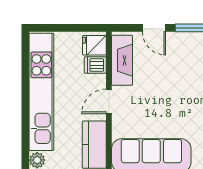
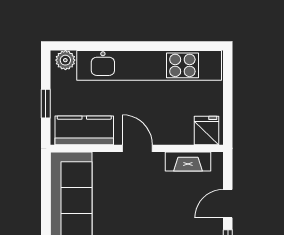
fireplace: (122, 60) -> (188, 161), width x0.73, depth x0.76
dishwasher: (95, 65) -> (182, 132), removed

